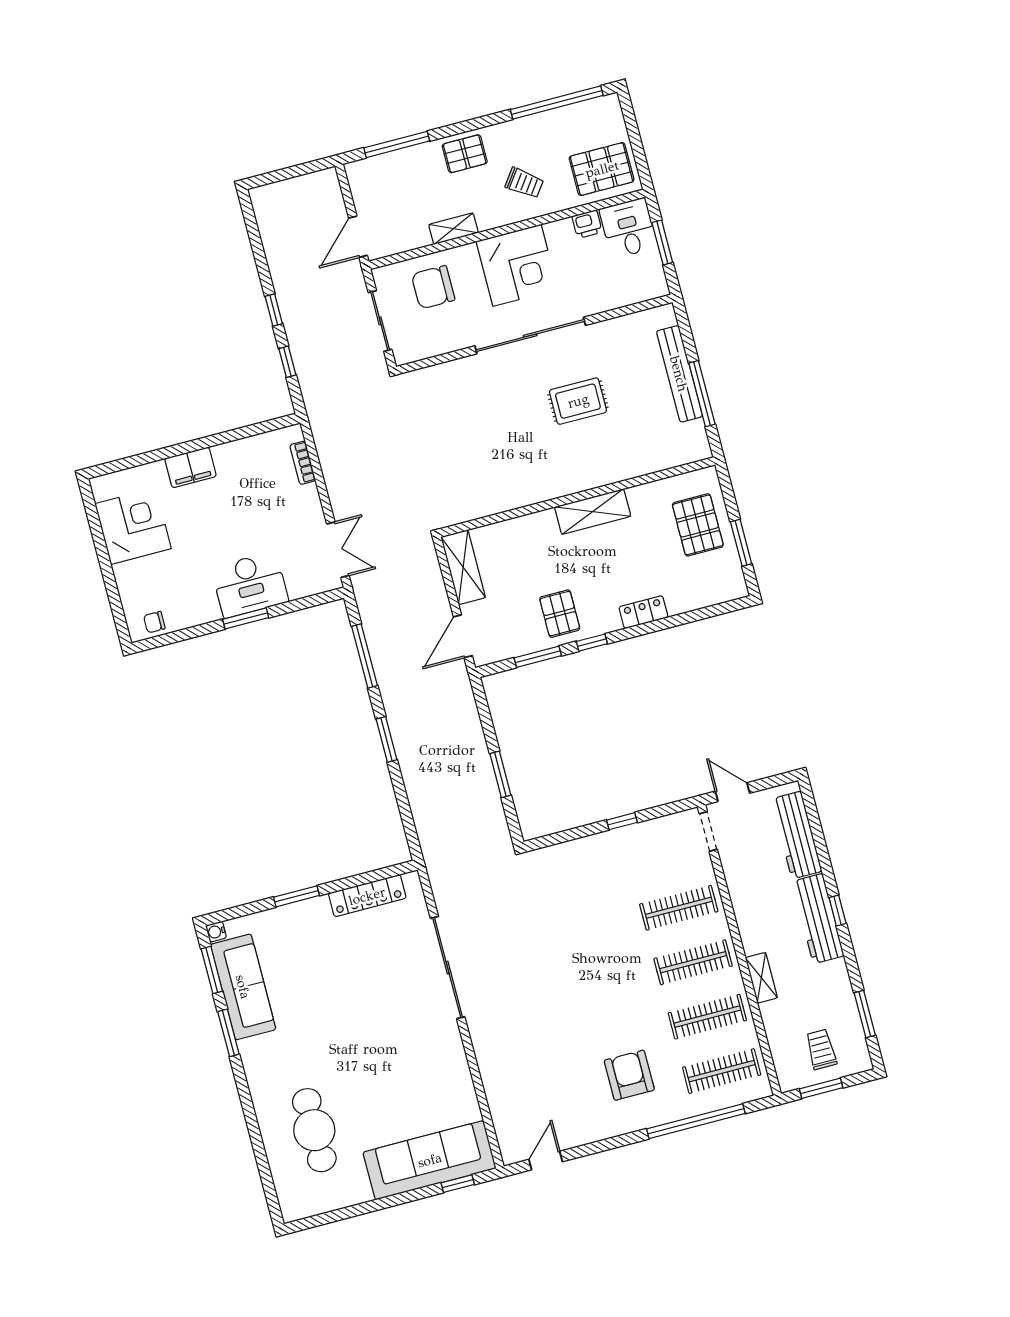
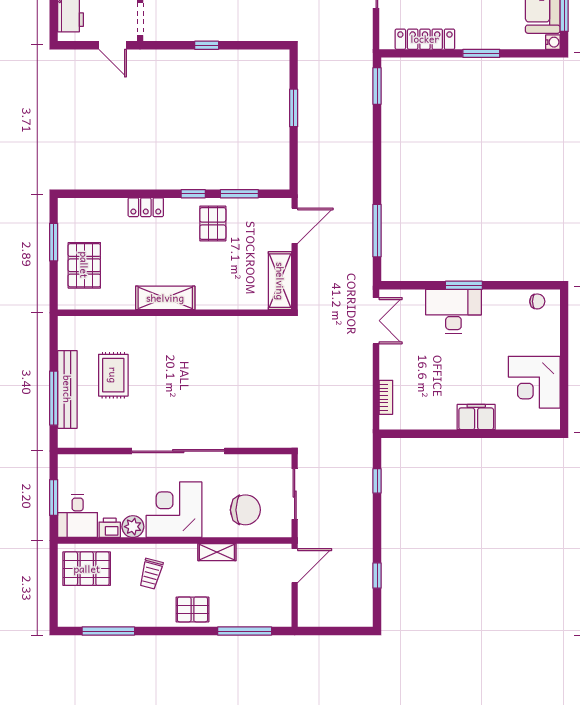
window: (557, 102) -> (108, 631), width x0.68
trolley: (524, 183) -> (151, 574), turned -111
plant: (560, 233) -> (133, 527), added
window: (274, 310) -> (377, 576), moved
window: (702, 394) -> (54, 398), moved
rug: (578, 401) -> (113, 375), moved, turned 90
double door: (338, 550) -> (376, 321), swing flipped
window: (386, 739) -> (377, 86), moved

